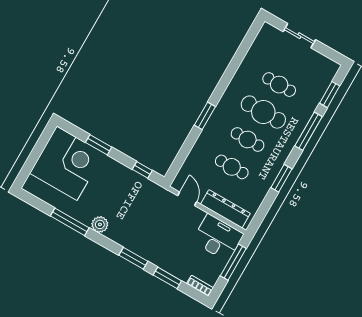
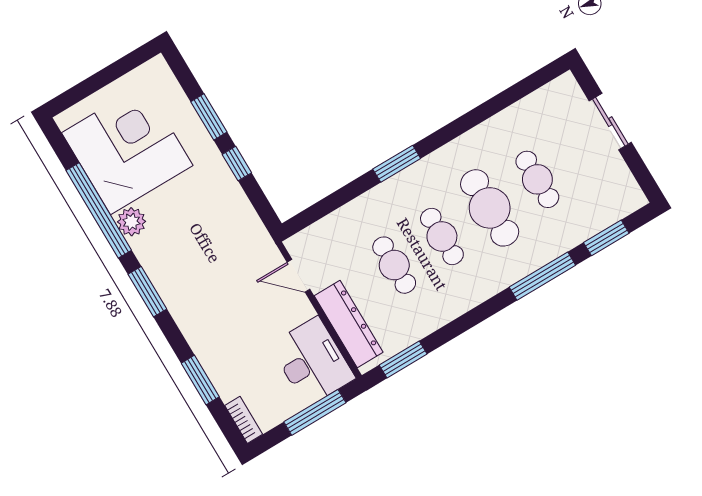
corner desk: (67, 163) -> (127, 149), moved, turned -90
window: (142, 170) -> (237, 164), moved
window: (281, 178) -> (403, 360), moved
door: (187, 199) -> (299, 276), swing flipped
window: (70, 222) -> (99, 210), width x1.46
plant: (100, 224) -> (131, 222), moved
window: (133, 258) -> (147, 292), moved

